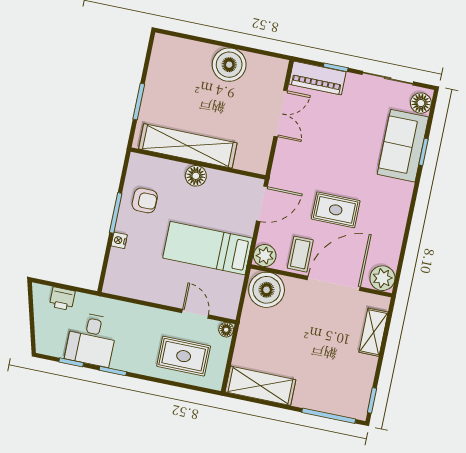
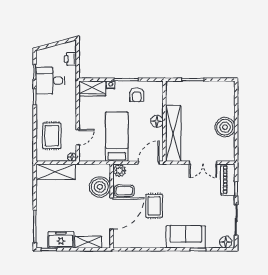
shelving: (188, 146) -> (173, 133), moved
sofa: (403, 146) -> (186, 237), moved
door: (262, 204) -> (149, 163), swing flipped
wardrobe: (119, 272) -> (92, 88), added
plant: (382, 278) -> (120, 241), removed
door: (334, 283) -> (112, 214), hinge flipped
boiler: (267, 290) -> (100, 187), moved
freezer: (360, 377) -> (61, 240), added
shelving: (260, 386) -> (56, 172), moved, turned 90

